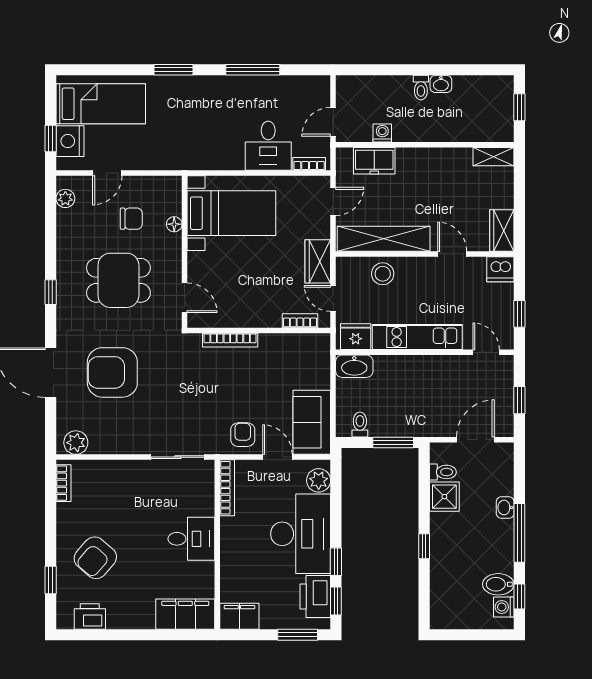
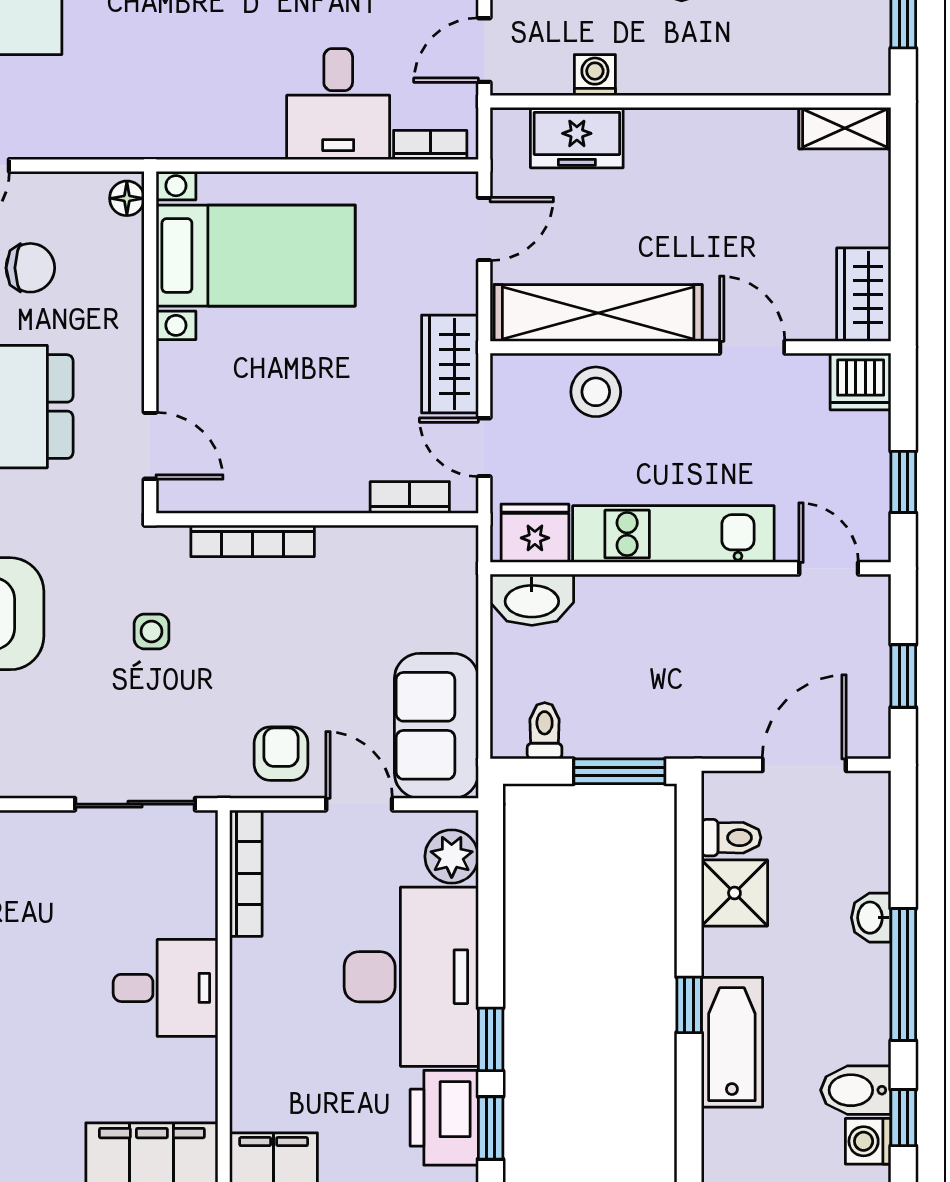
floor lamp: (174, 224) -> (127, 198), moved
side table: (185, 380) -> (152, 631), added
bathtub: (443, 563) -> (732, 1042), added

